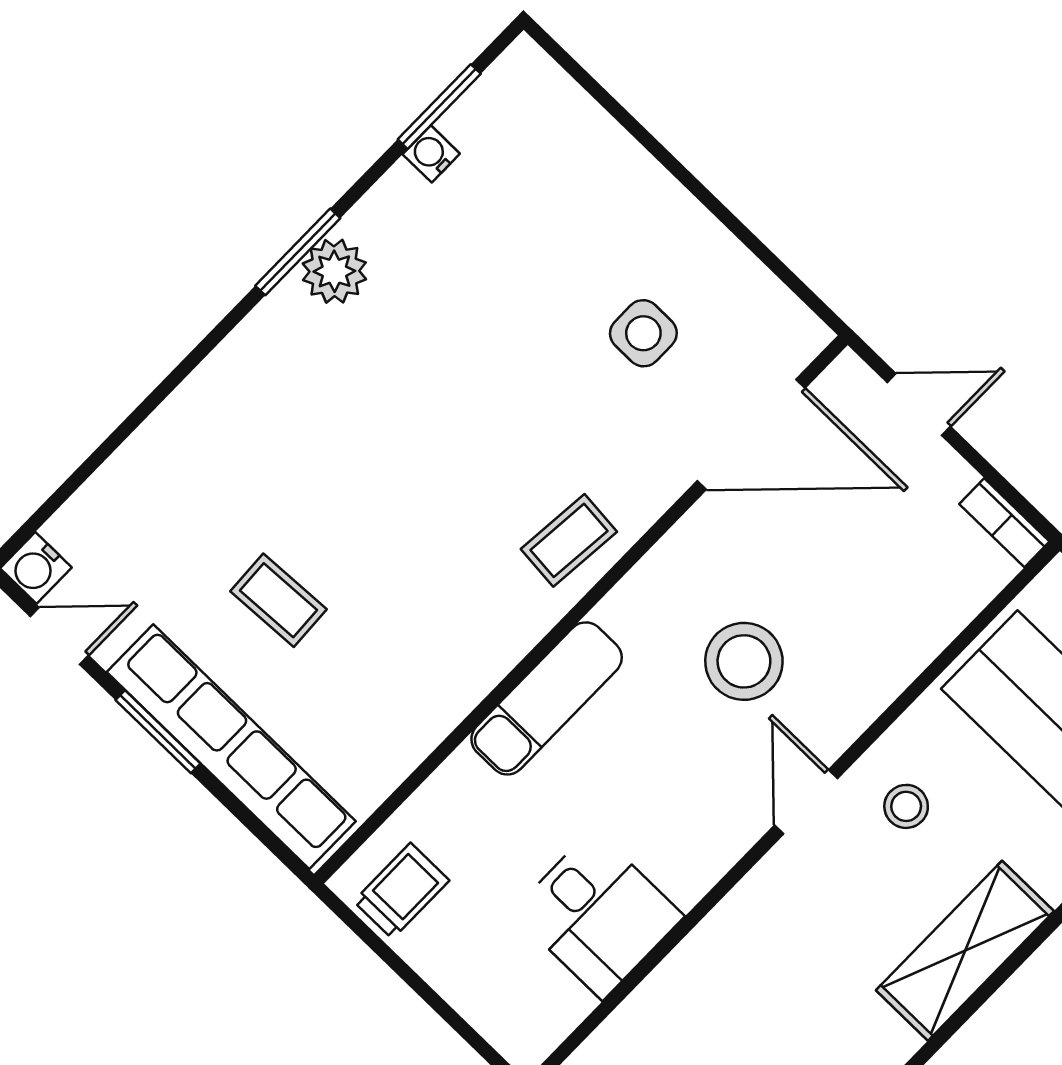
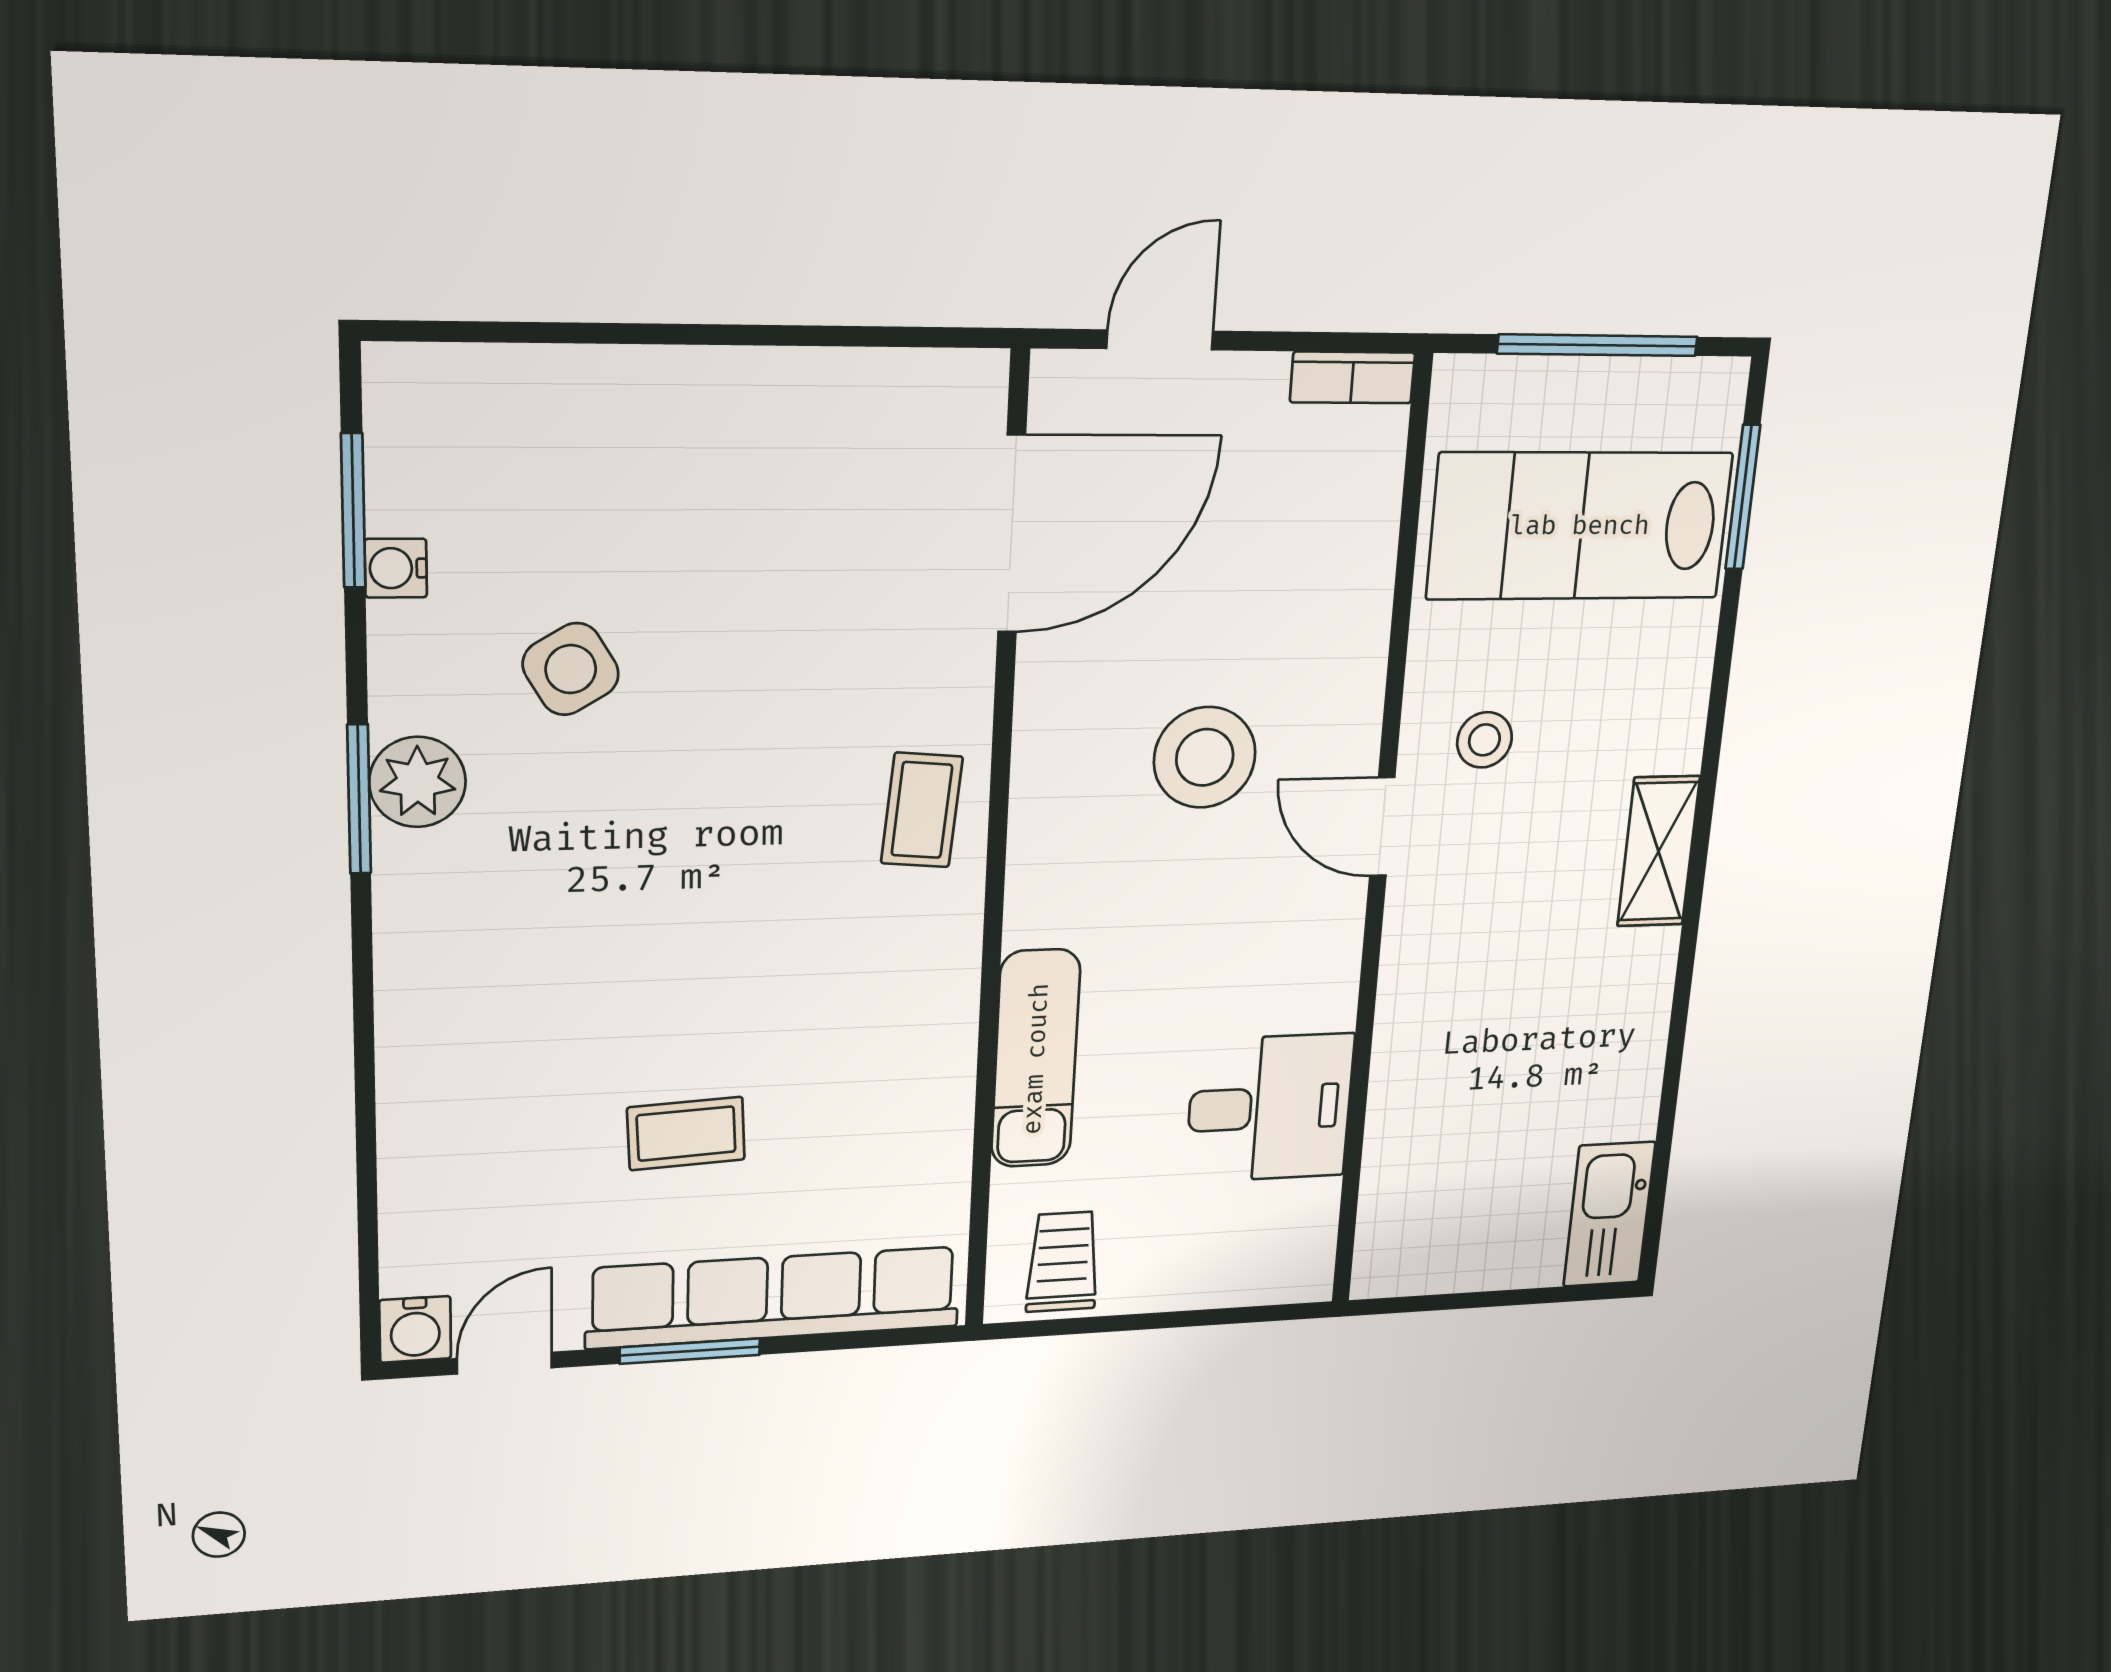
side table: (643, 333) -> (571, 669), moved, turned -31
exam couch: (547, 698) -> (1036, 1059), moved
shelving: (965, 951) -> (1659, 851), width x0.67, depth x0.75

